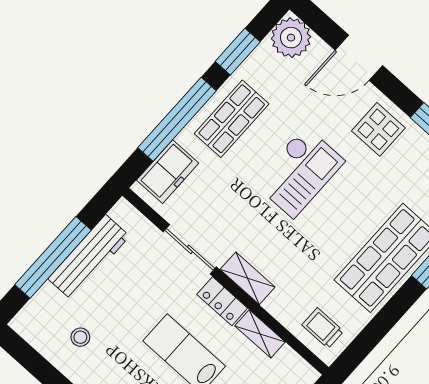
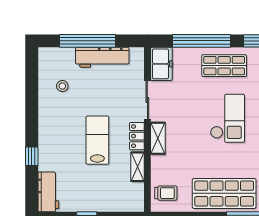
freezer: (168, 172) -> (161, 64), moved, turned -90
checkout: (299, 172) -> (227, 118), turned -90
trolley: (323, 328) -> (166, 193), turned 90

